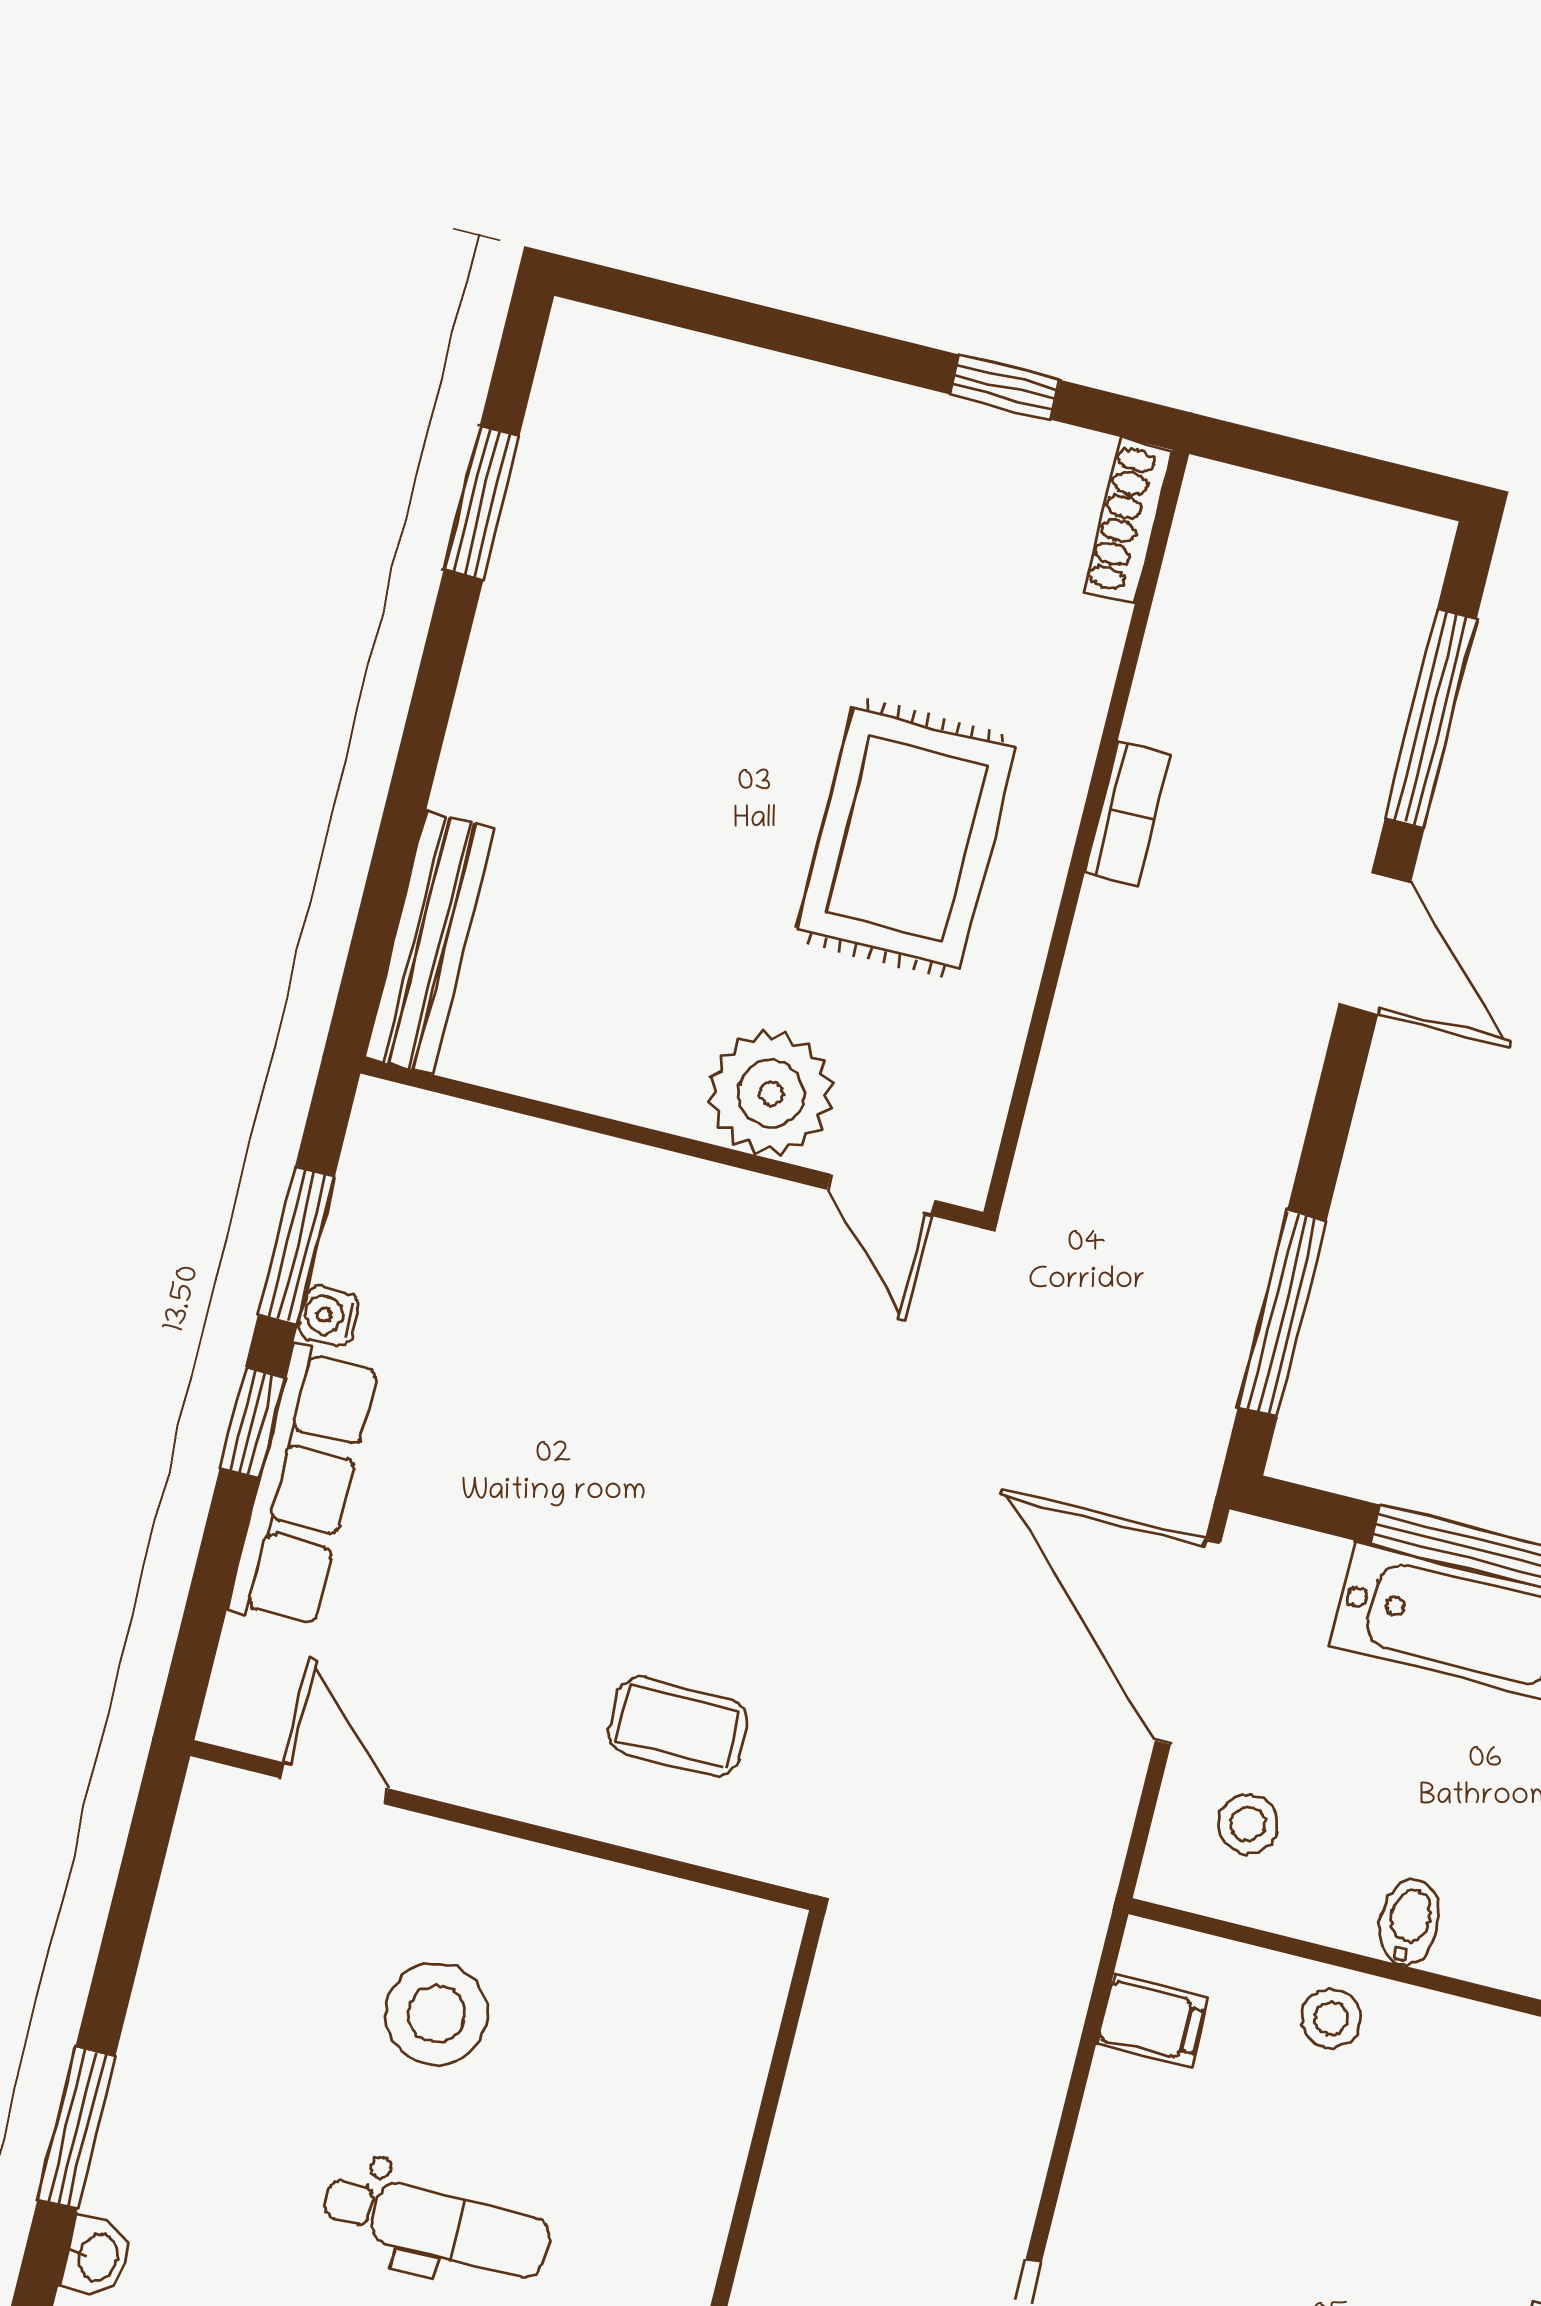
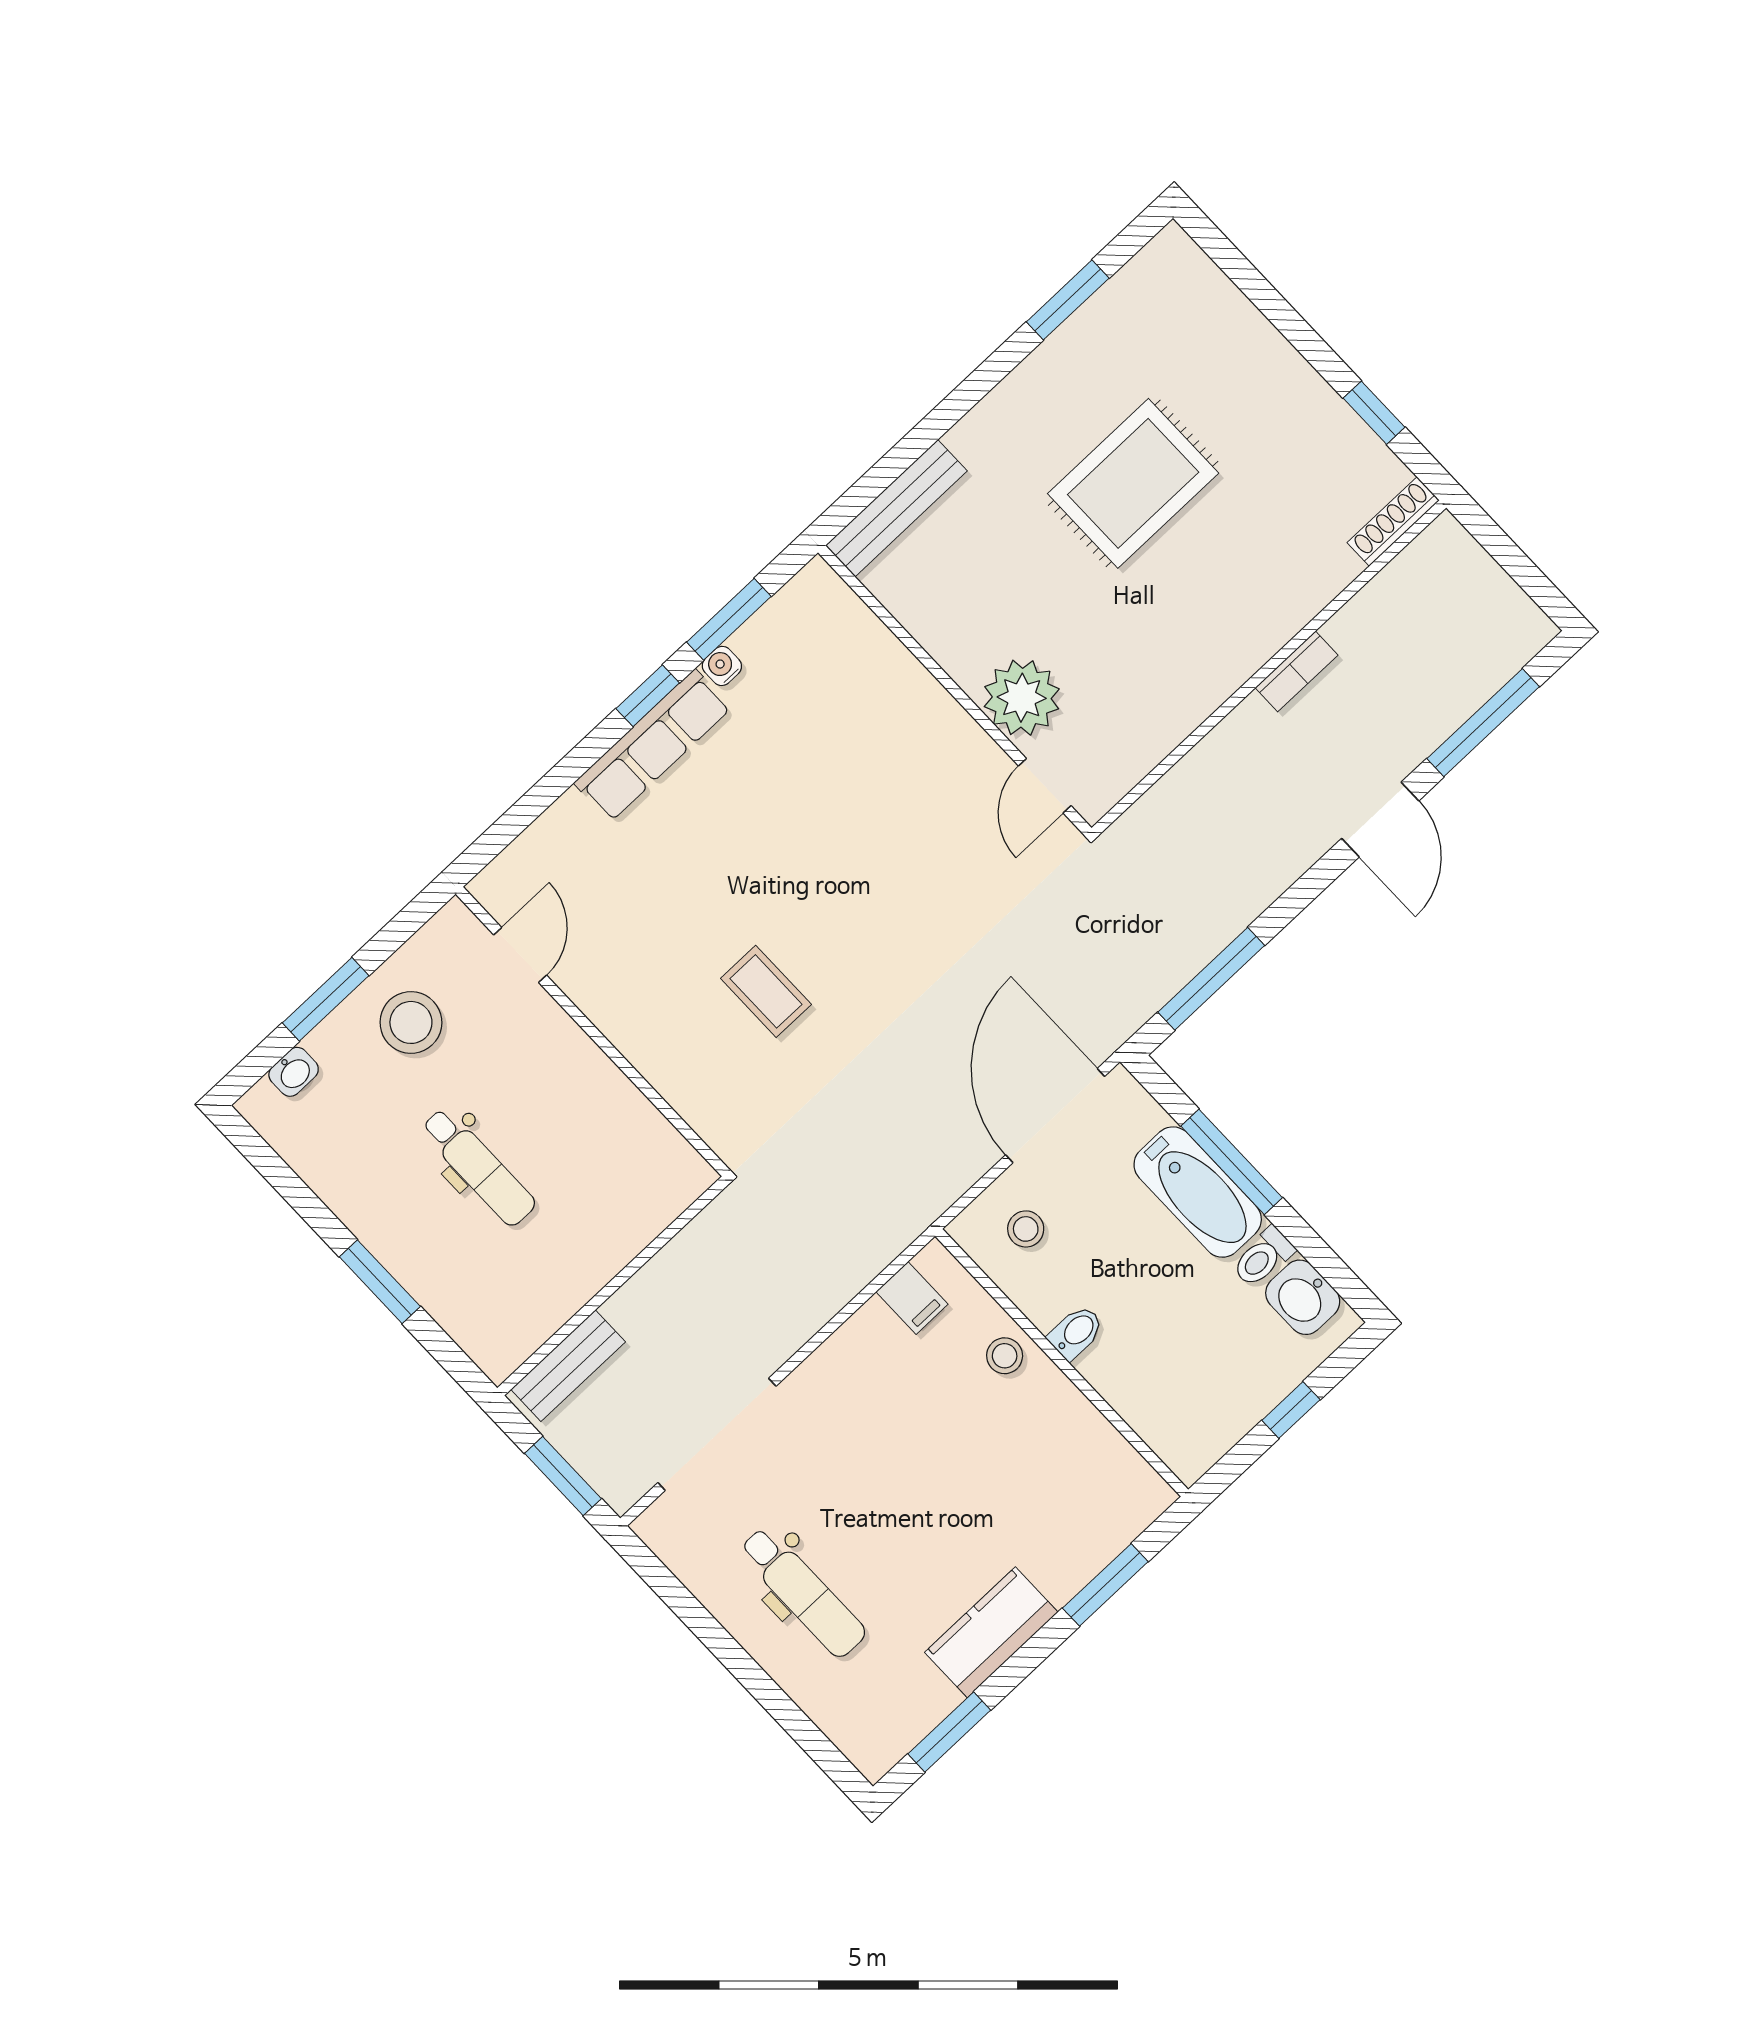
rug: (906, 838) -> (1133, 483), moved
door: (334, 1783) -> (520, 955), moved
wall: (502, 1825) -> (592, 1032), moved
stool: (436, 2014) -> (411, 1022), moved

